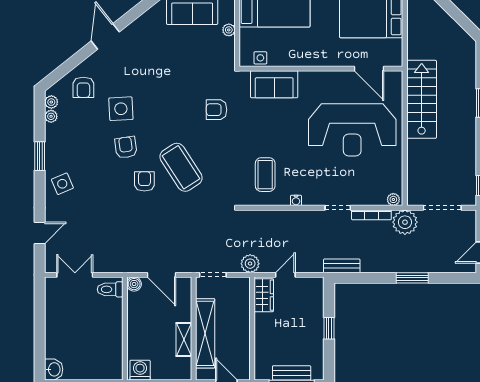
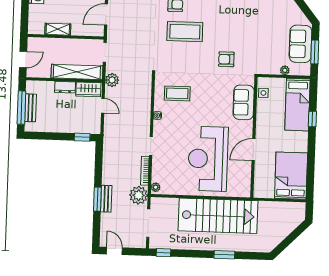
door: (369, 69) -> (253, 150), moved
stairs: (422, 99) -> (218, 216), width x1.36, depth x1.51
armchair: (217, 110) -> (226, 59), turned -90
coffee table: (181, 167) -> (185, 32), turned 33
bench: (342, 266) -> (106, 199), moved
dresser: (262, 327) -> (65, 87), added
window: (329, 328) -> (82, 137), moved
shelving: (205, 333) -> (77, 72), moved

